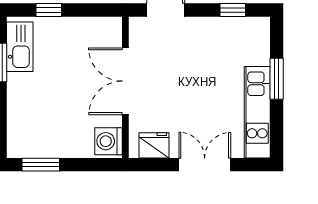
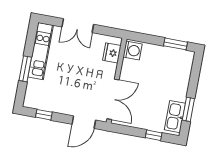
double door: (125, 81) -> (113, 99), moved
fridge: (154, 145) -> (112, 53), moved, turned 90

